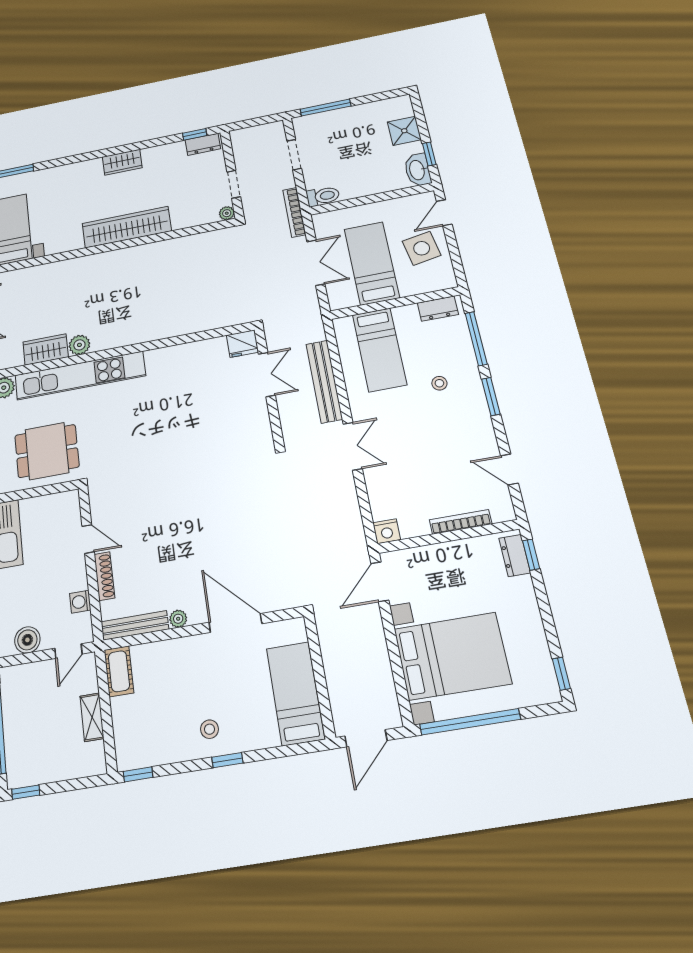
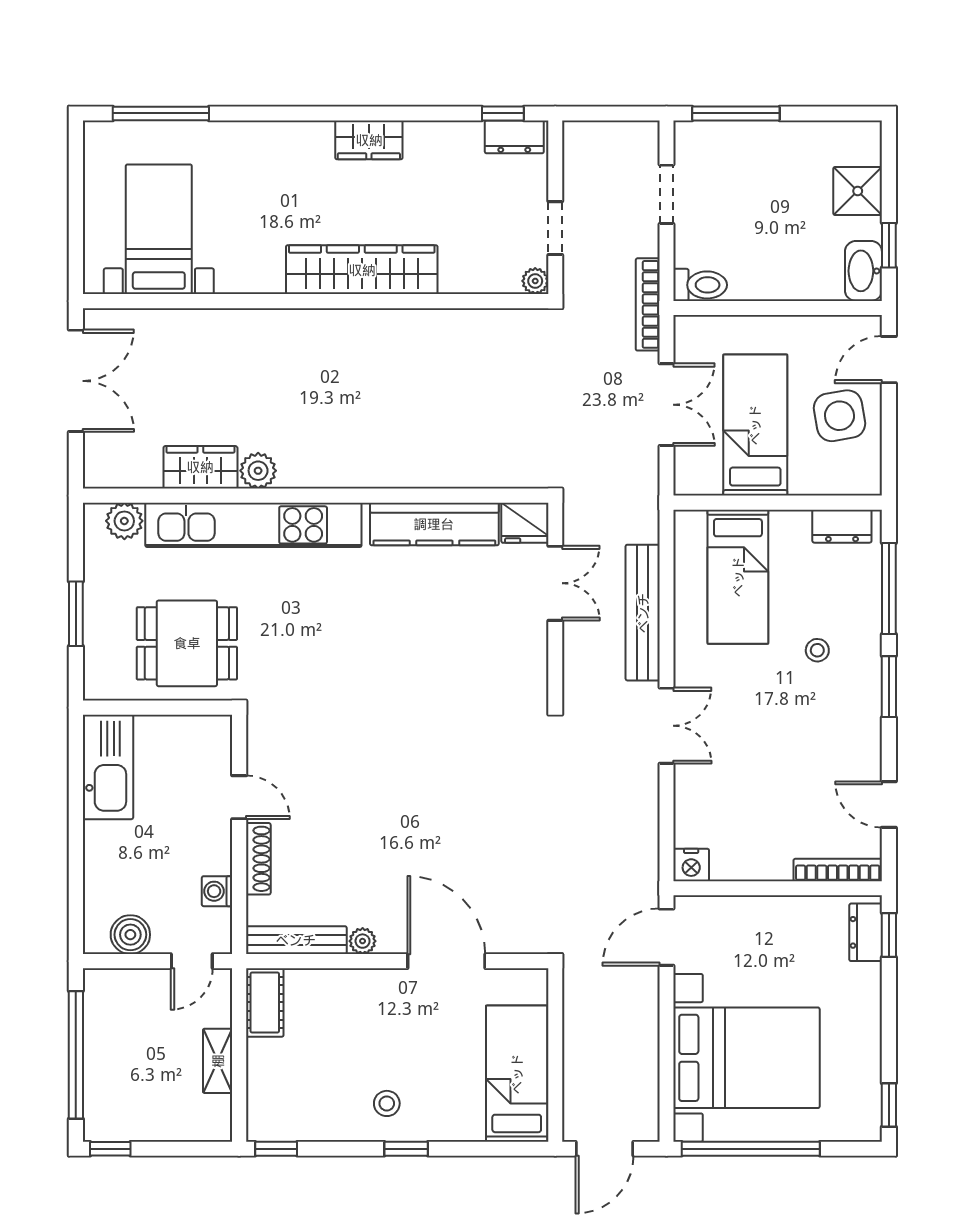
kitchen counter: (188, 355) -> (434, 524), added
bookcase: (461, 522) -> (838, 870), moved

